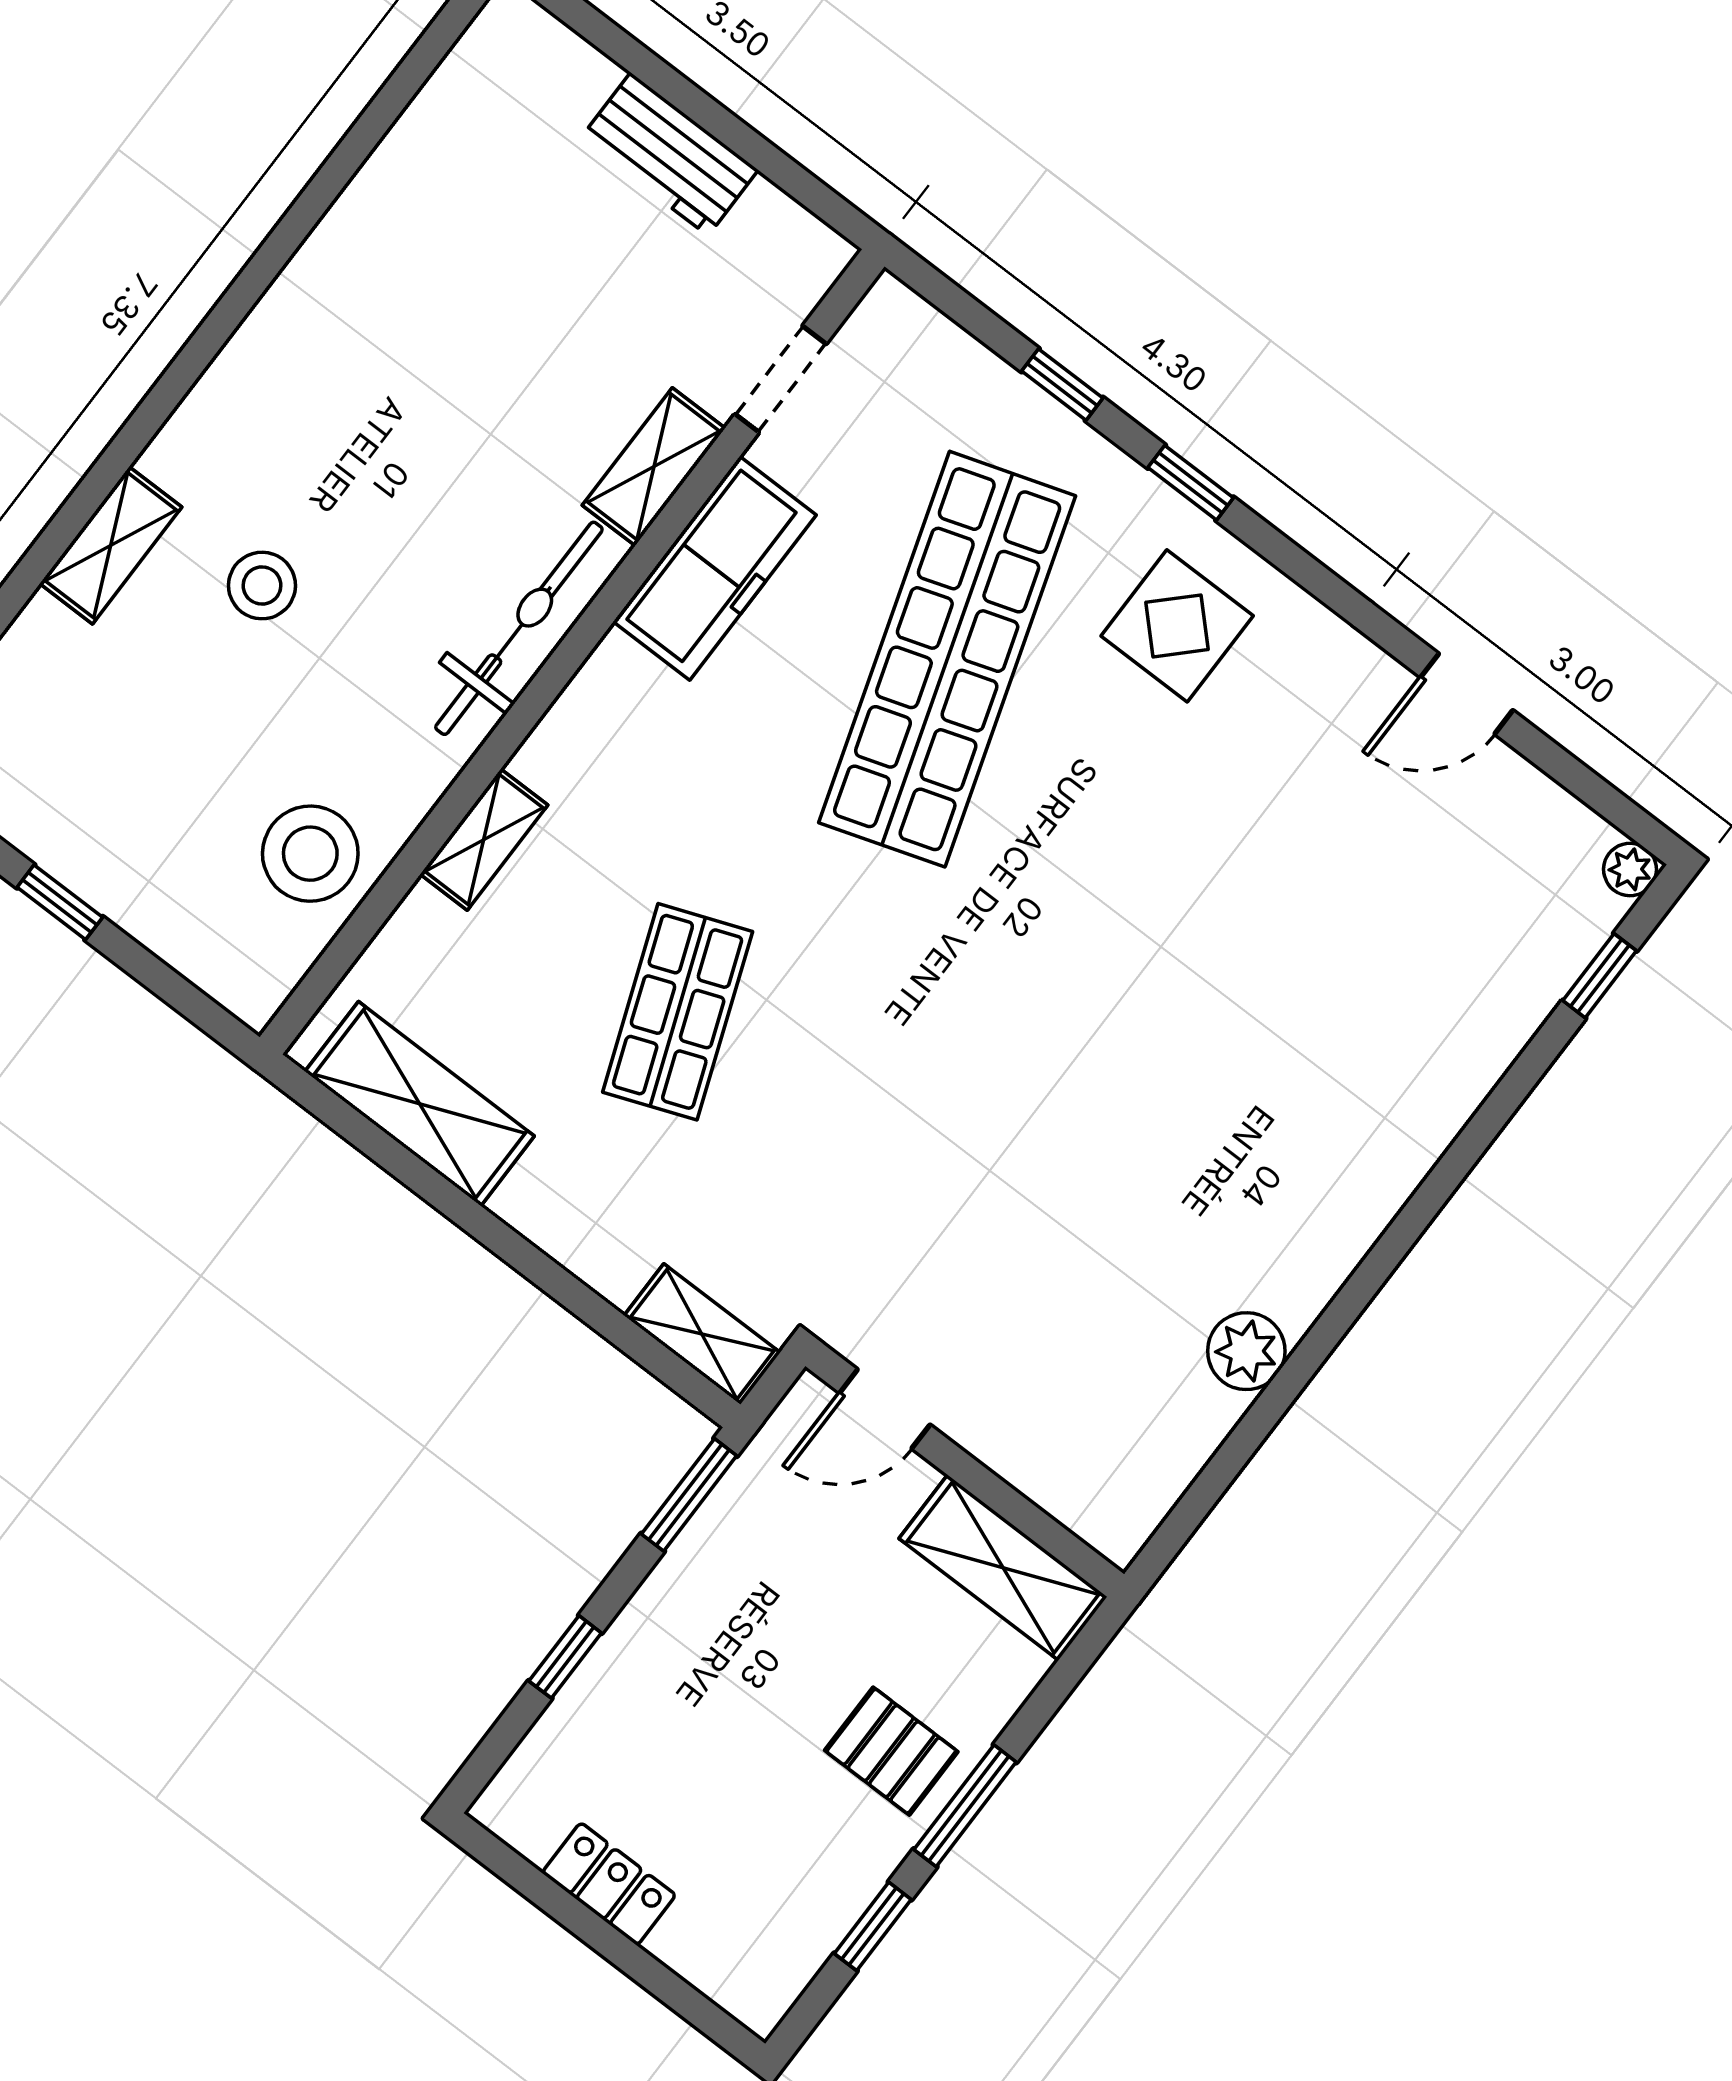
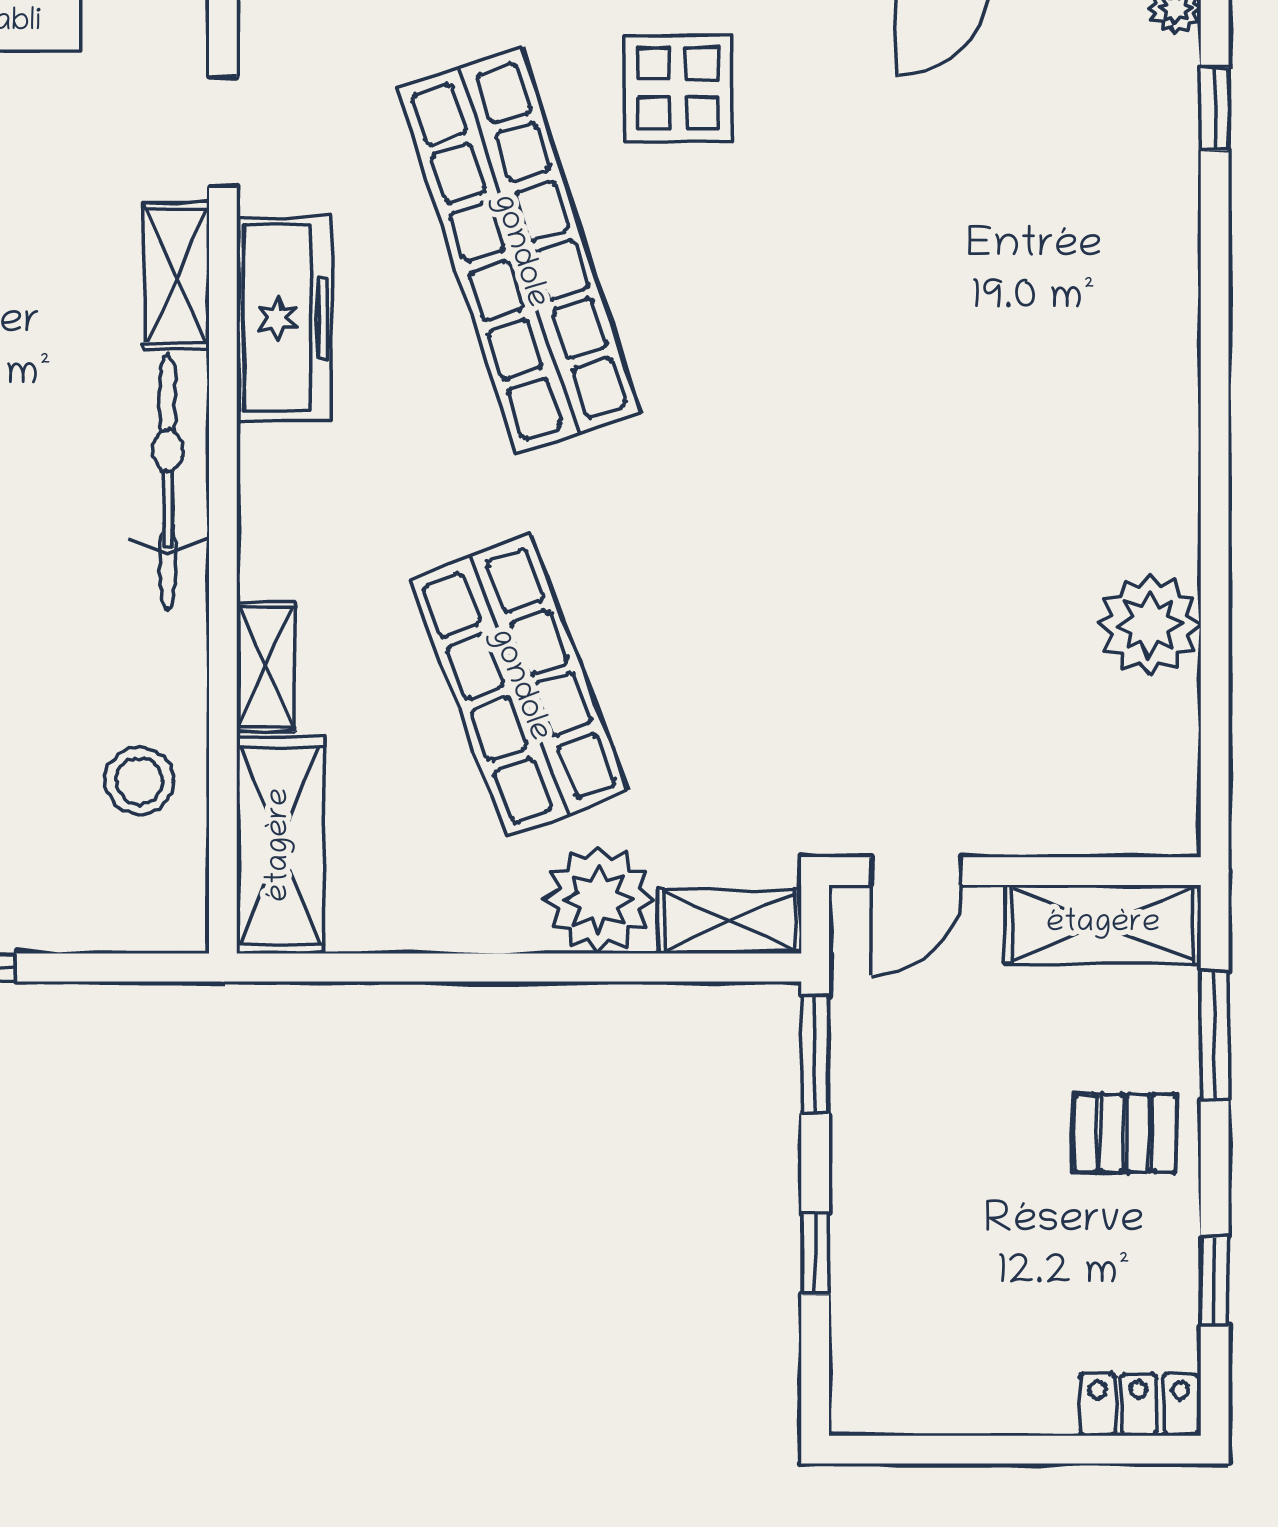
stool: (310, 854) -> (139, 781), width x0.73, depth x0.73
shop shelf: (678, 1012) -> (519, 685), width x1.43, depth x1.36
shelving: (420, 1104) -> (280, 845), moved, turned 90
plant: (609, 1235) -> (598, 900), added
plant: (1246, 1351) -> (1149, 625), width x1.36, depth x1.36
window: (965, 1806) -> (1215, 1035), moved
locker: (609, 1884) -> (1139, 1404), moved

